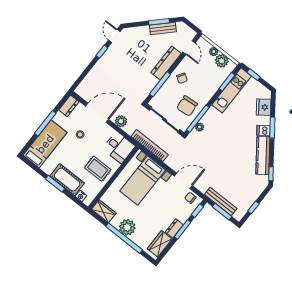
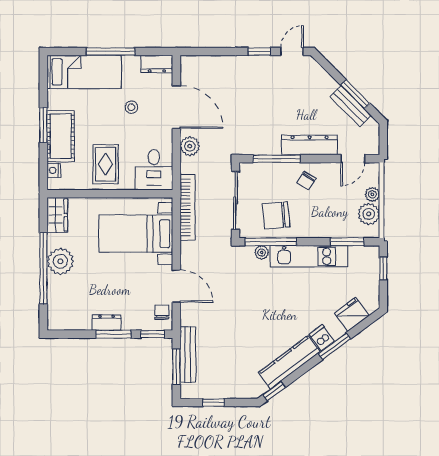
kitchen unit: (232, 90) -> (309, 256), moved
wardrobe: (160, 244) -> (72, 319), removed

